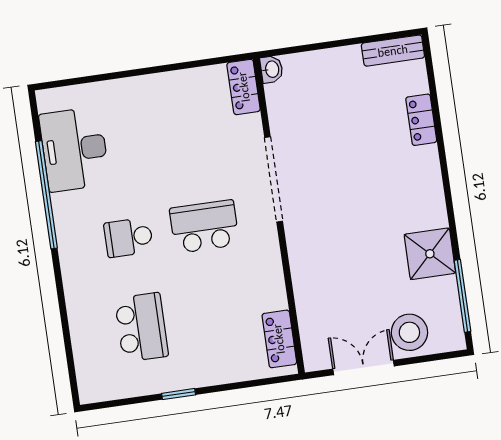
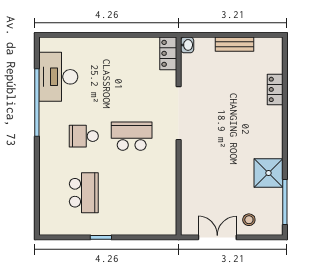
bench: (393, 51) -> (234, 44), moved
stool: (409, 332) -> (249, 220), width x0.53, depth x0.53
locker: (279, 339) -> (168, 212), removed

